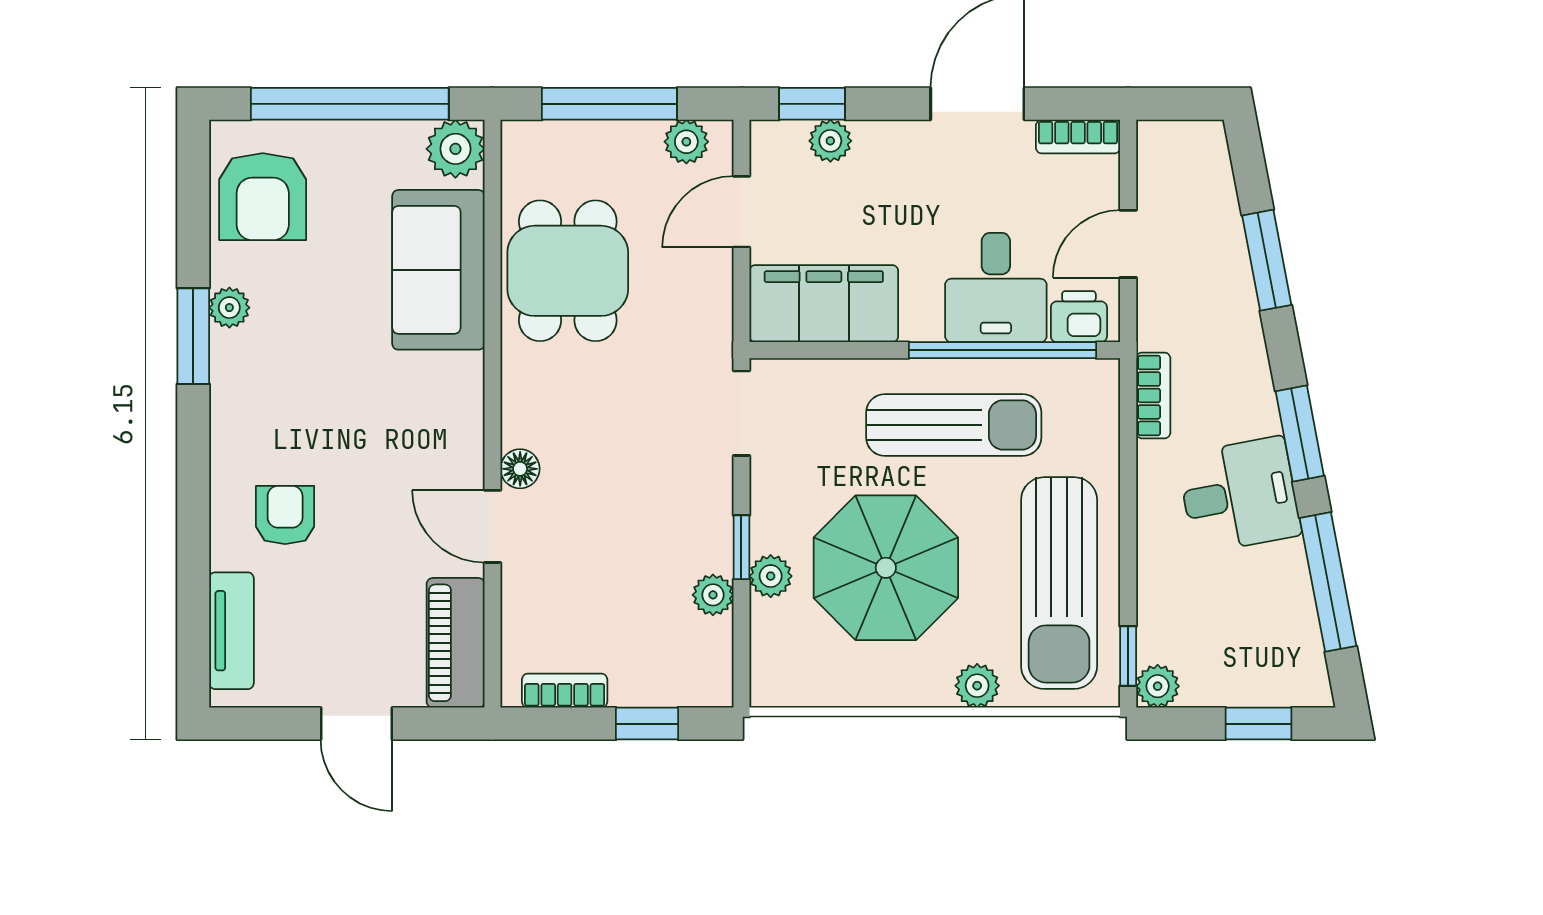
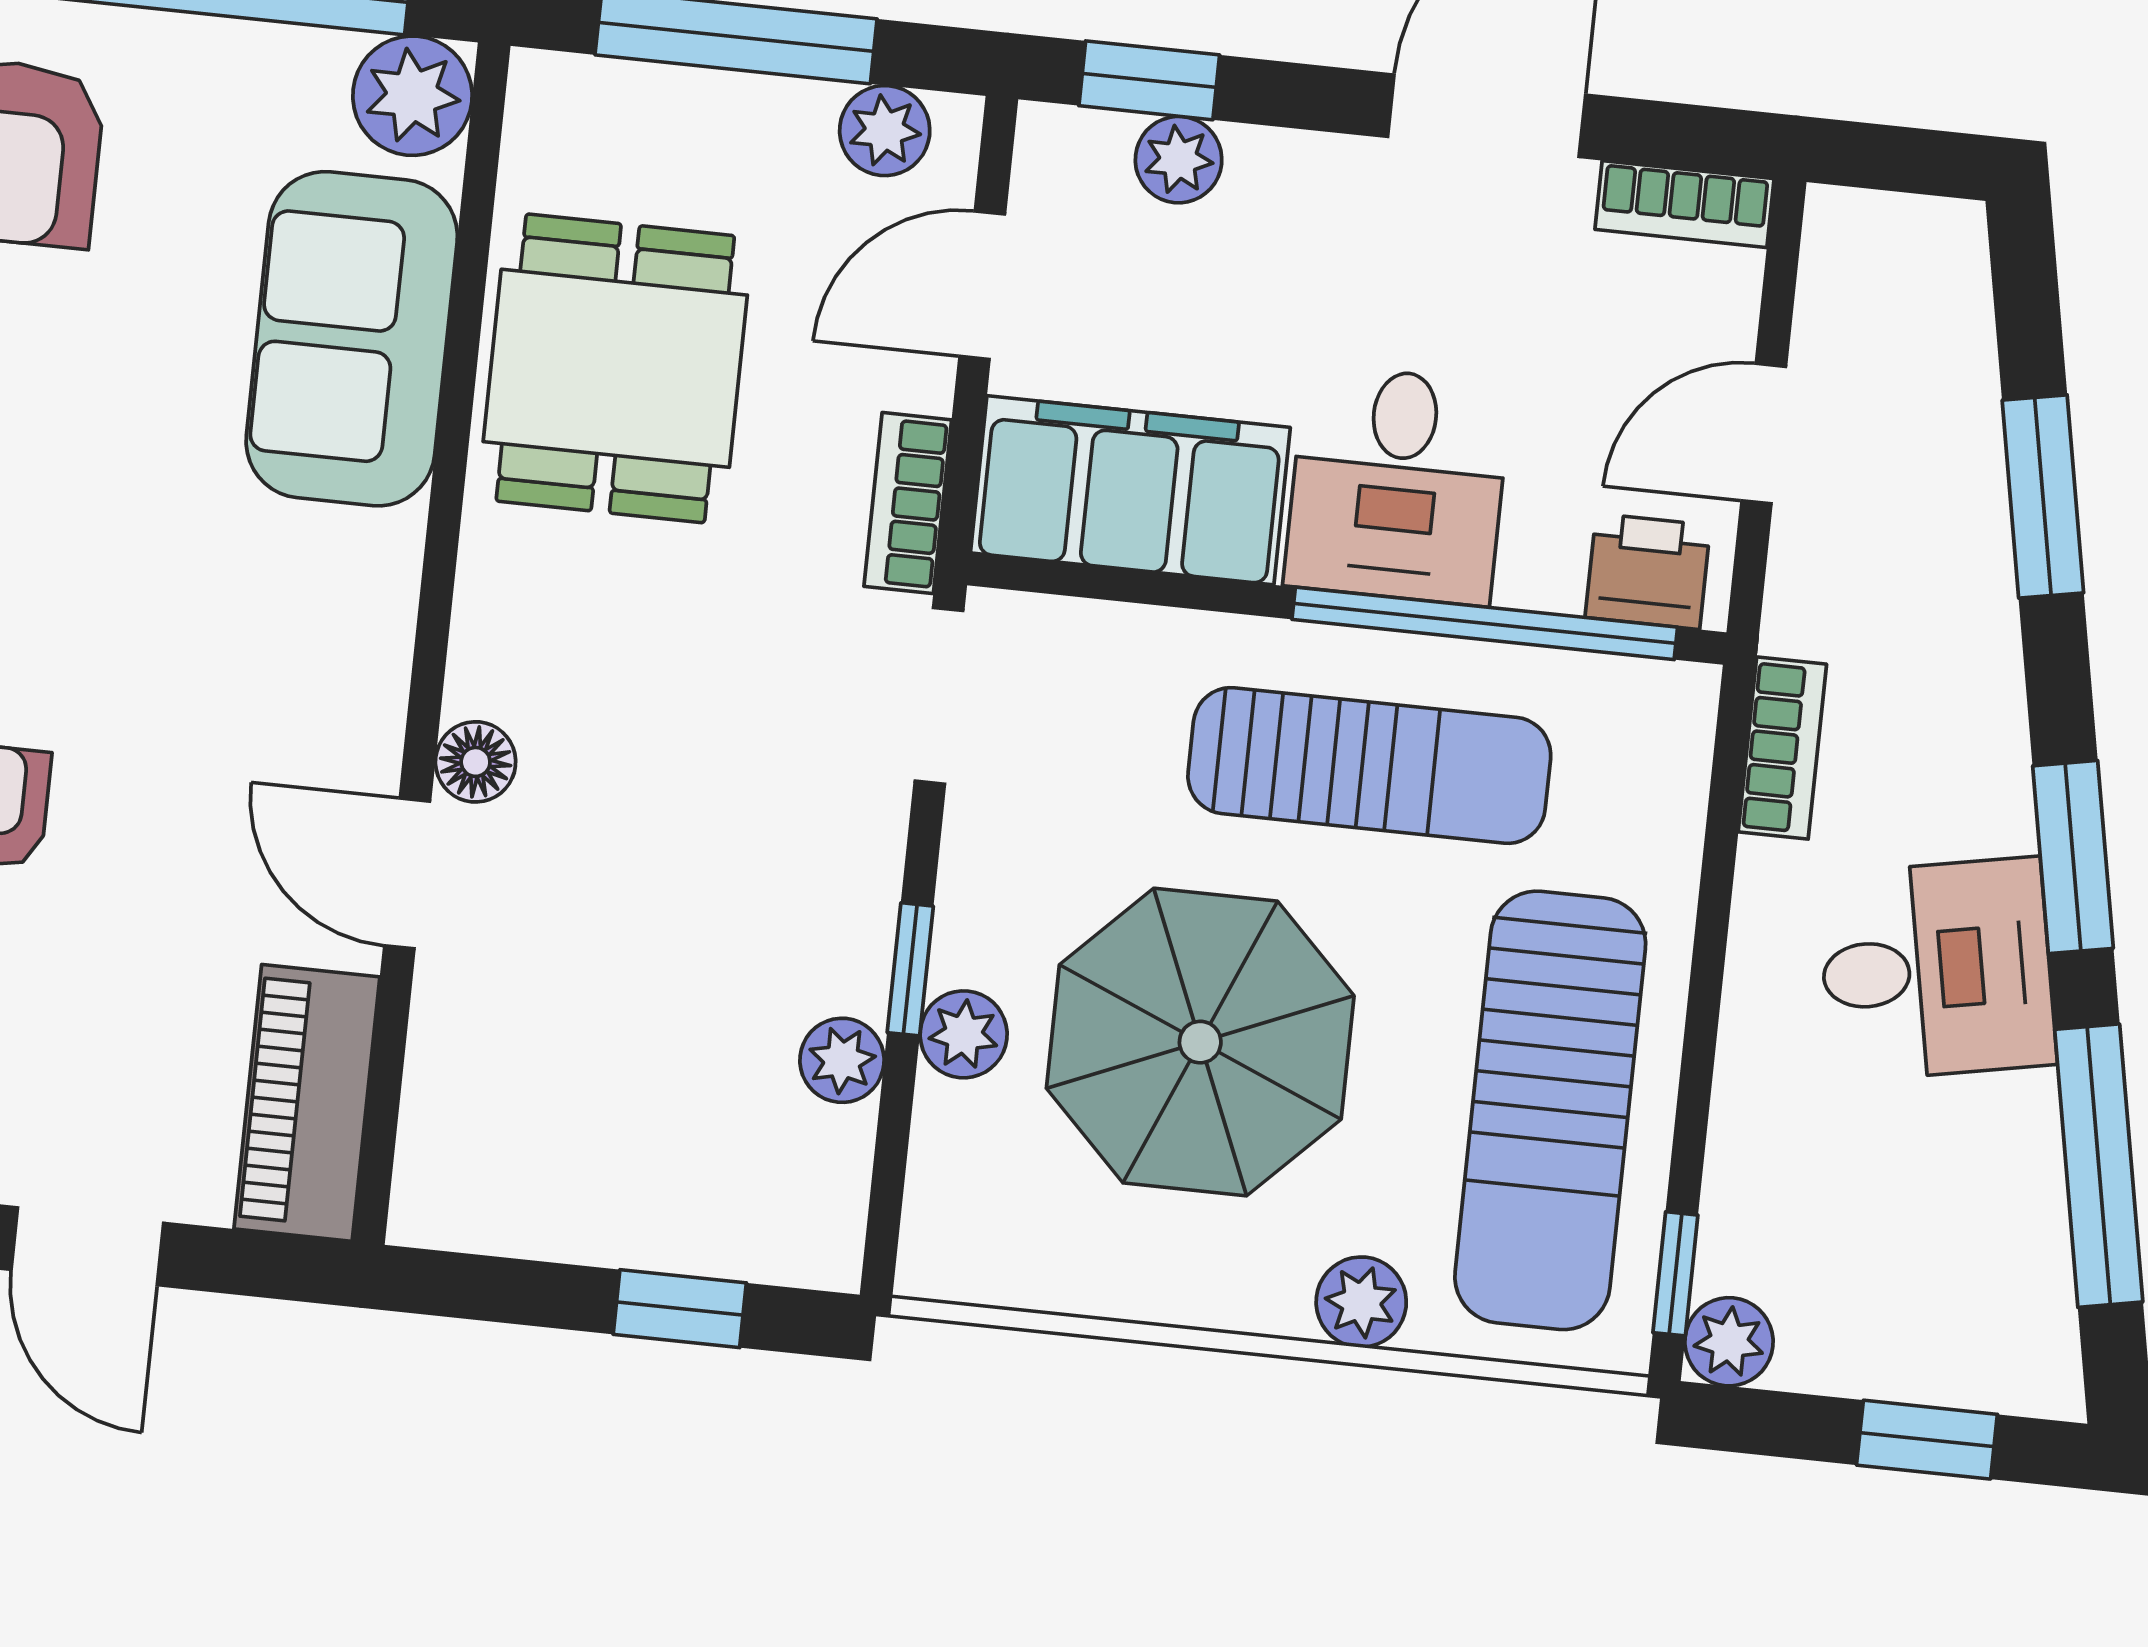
desk: (996, 287) -> (1398, 485), moved
bookcase: (565, 691) -> (908, 503), moved, turned -90

